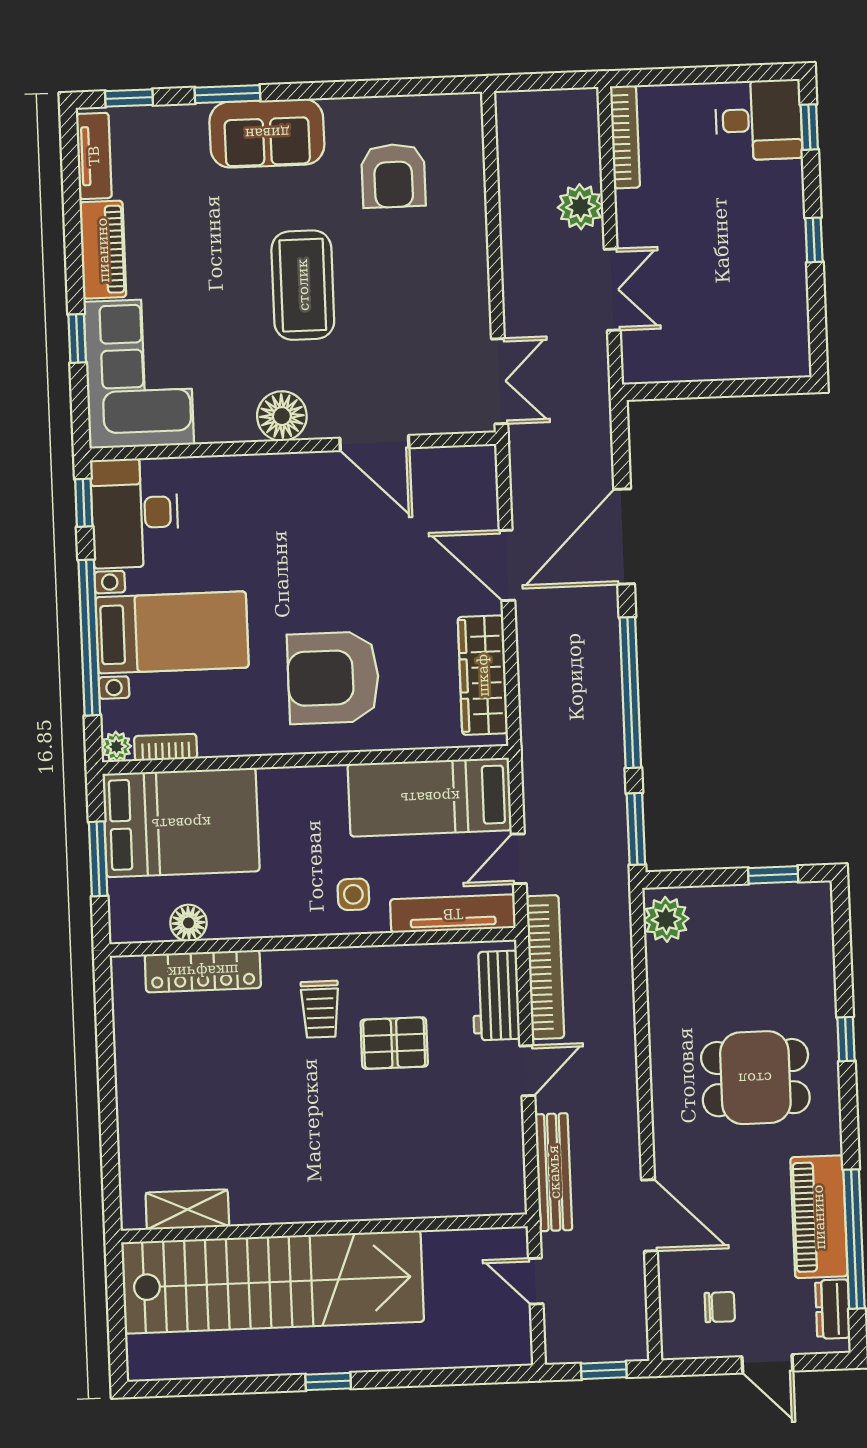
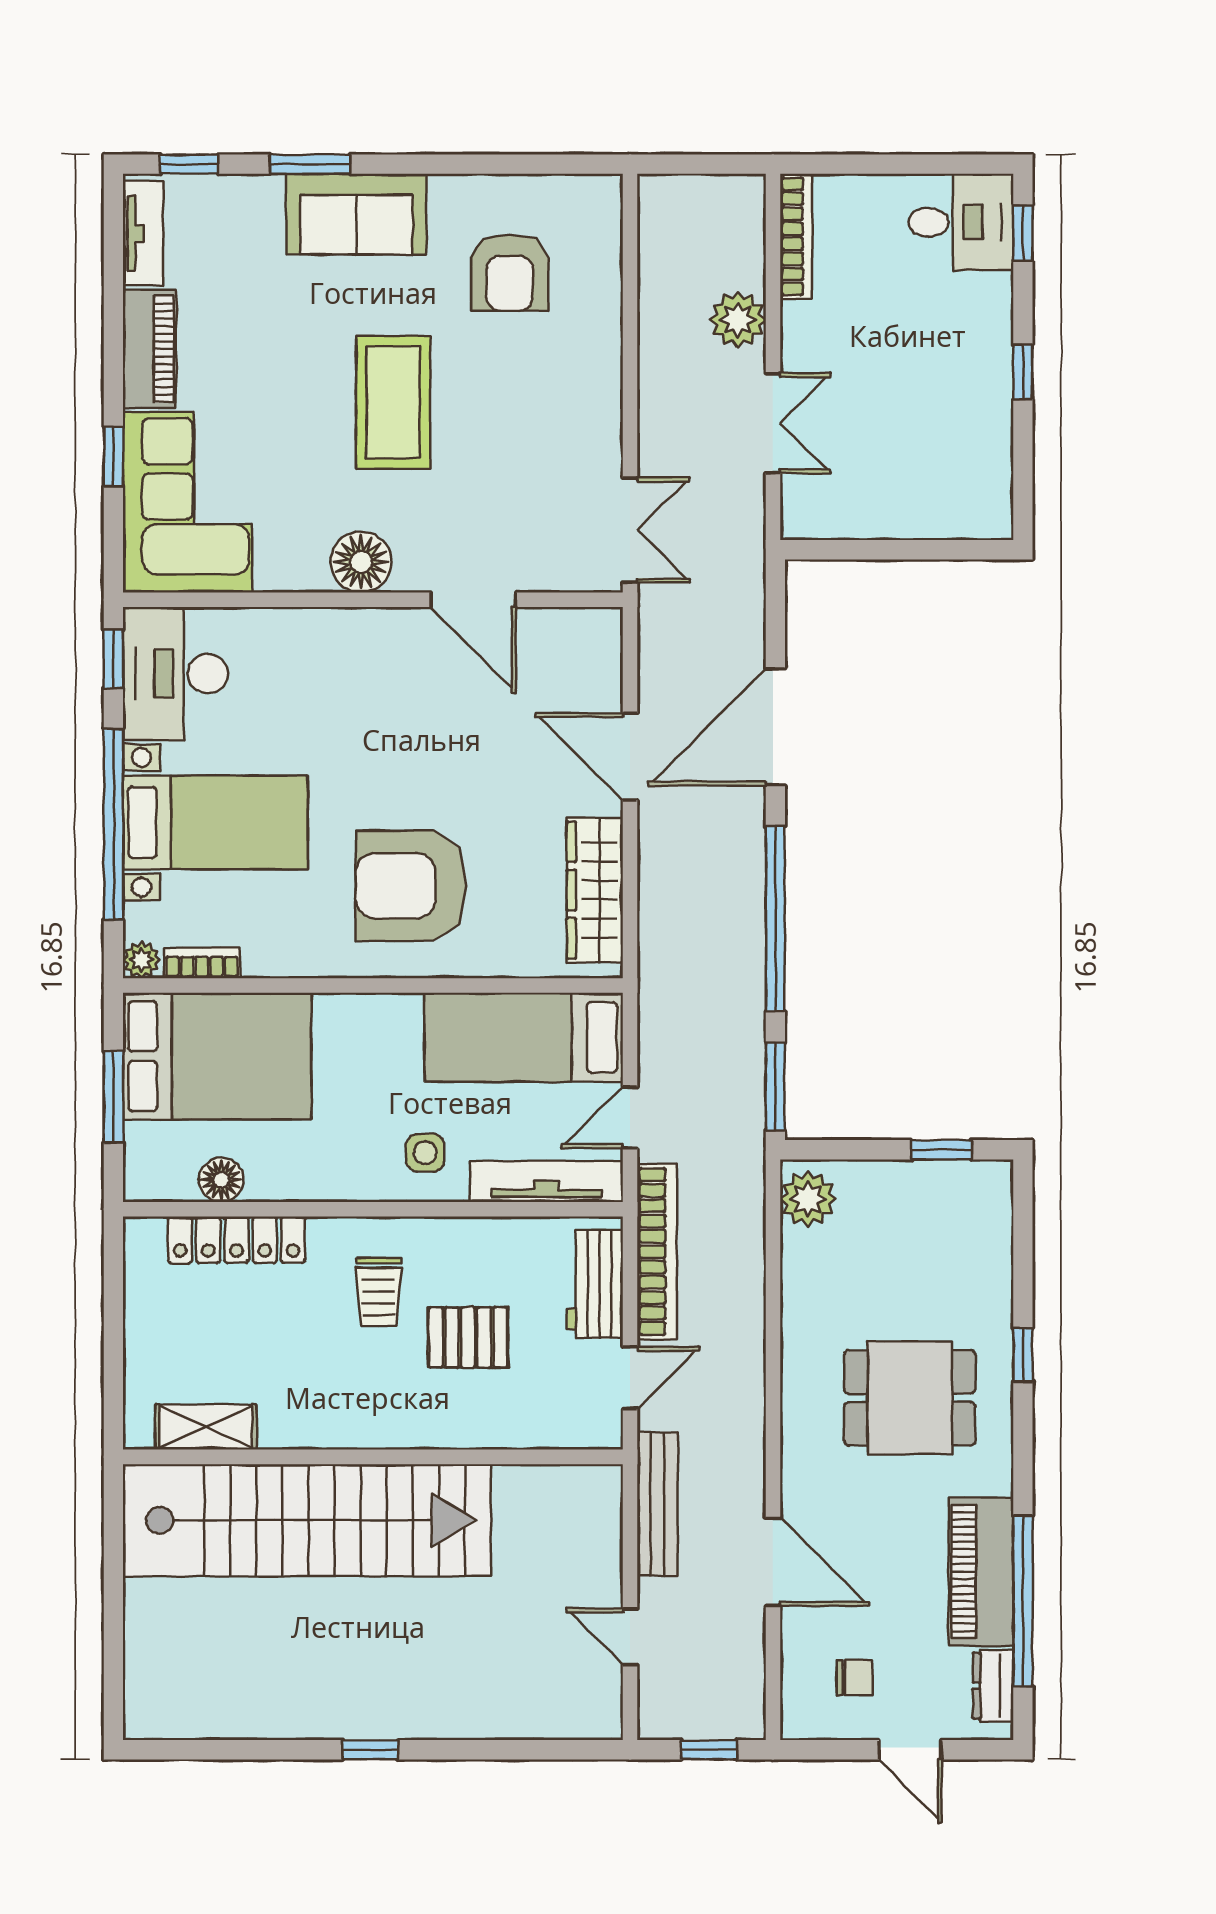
shelving: (187, 1210) -> (206, 1427), moved
wall: (324, 1228) -> (373, 1457), moved
stairs: (273, 1282) -> (307, 1520), moved

